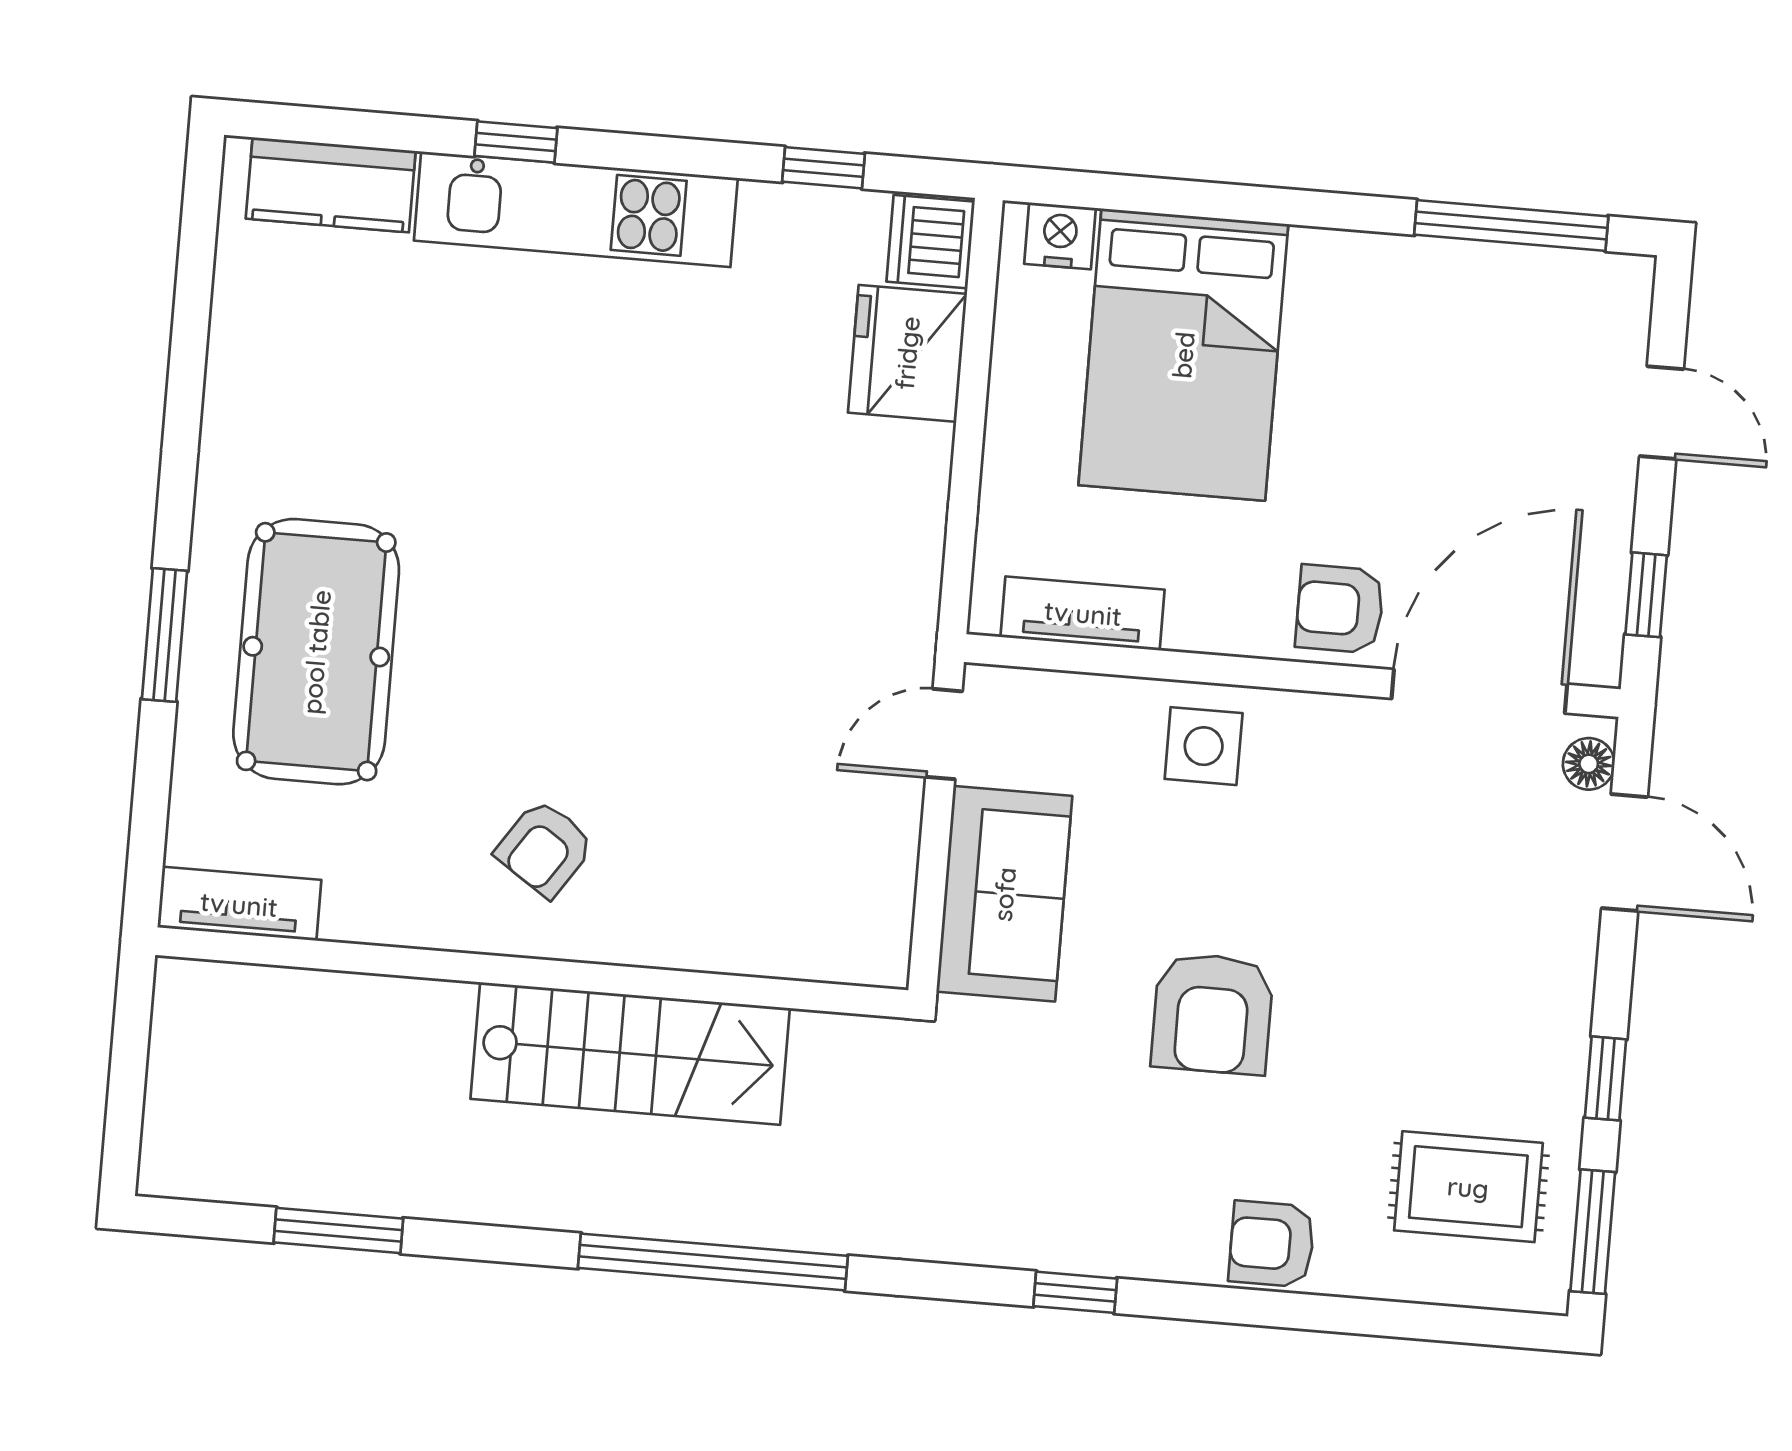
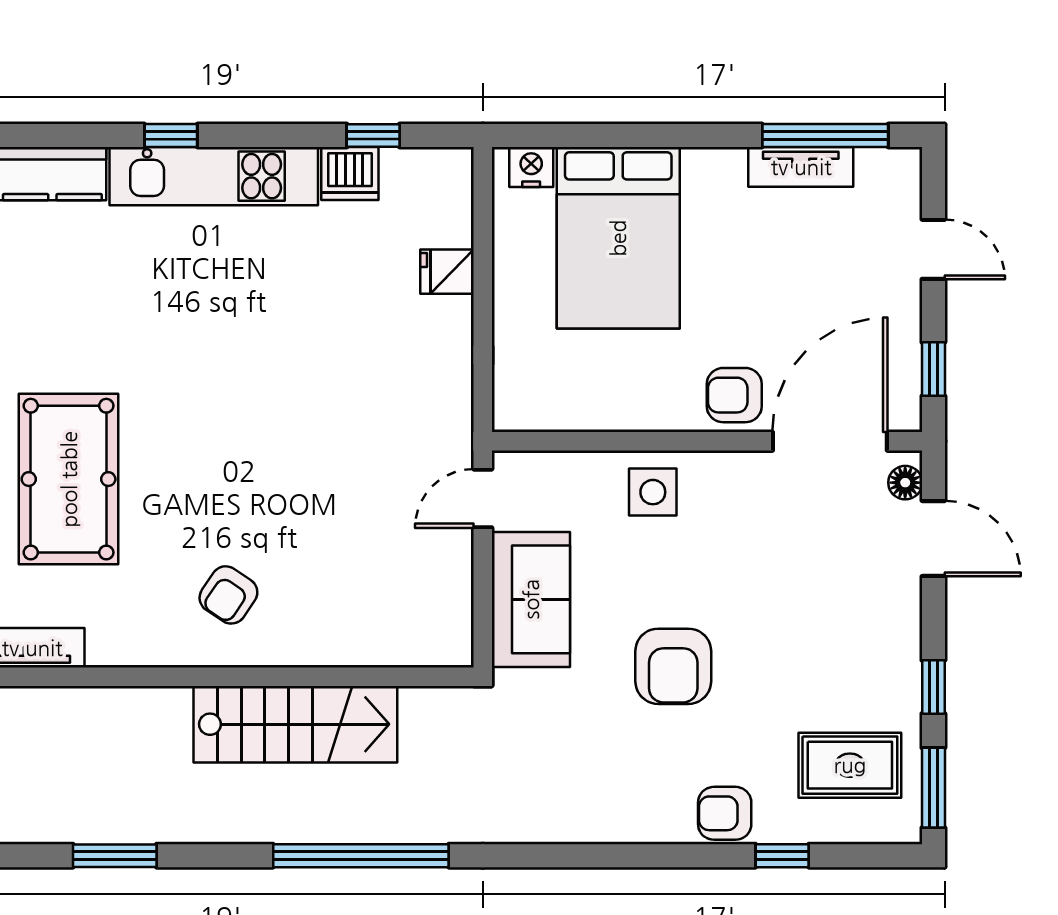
dishwasher: (931, 242) -> (350, 173), moved, turned -90
fridge: (907, 353) -> (447, 272), width x0.53, depth x0.75
tv unit: (1083, 613) -> (801, 167), moved, turned 180
window: (1075, 1292) -> (782, 856), moved

